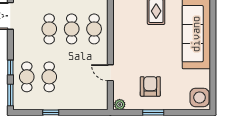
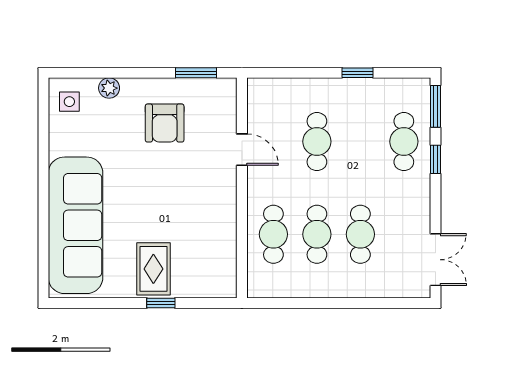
cafe table: (49, 77) -> (317, 142), moved
side table: (200, 97) -> (69, 102), width x0.54, depth x0.54
plant: (120, 104) -> (109, 88), moved
window: (153, 112) -> (196, 73), moved

